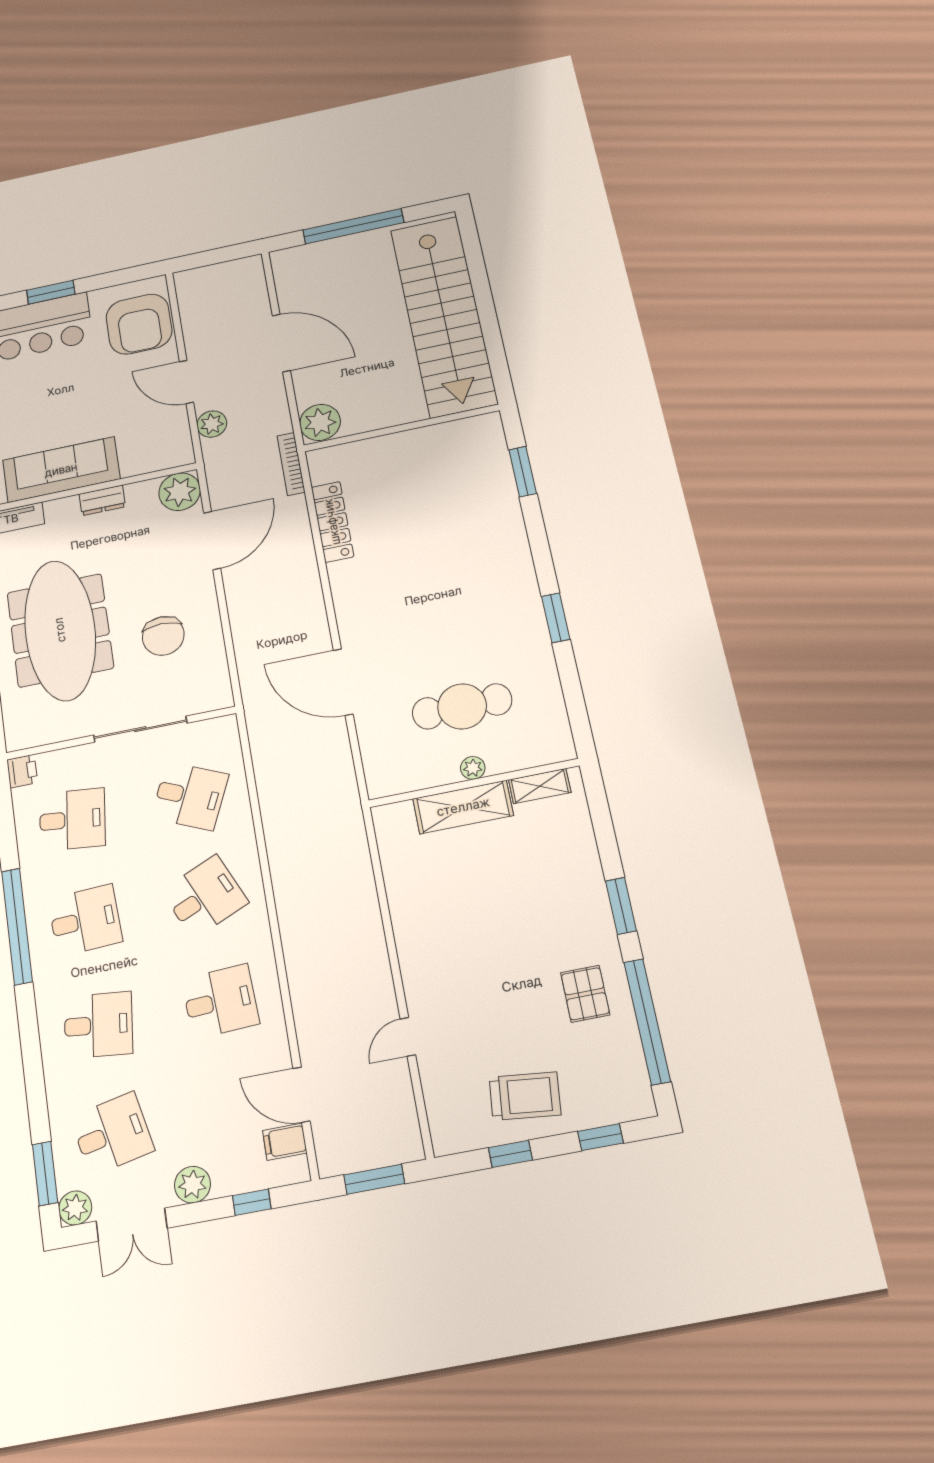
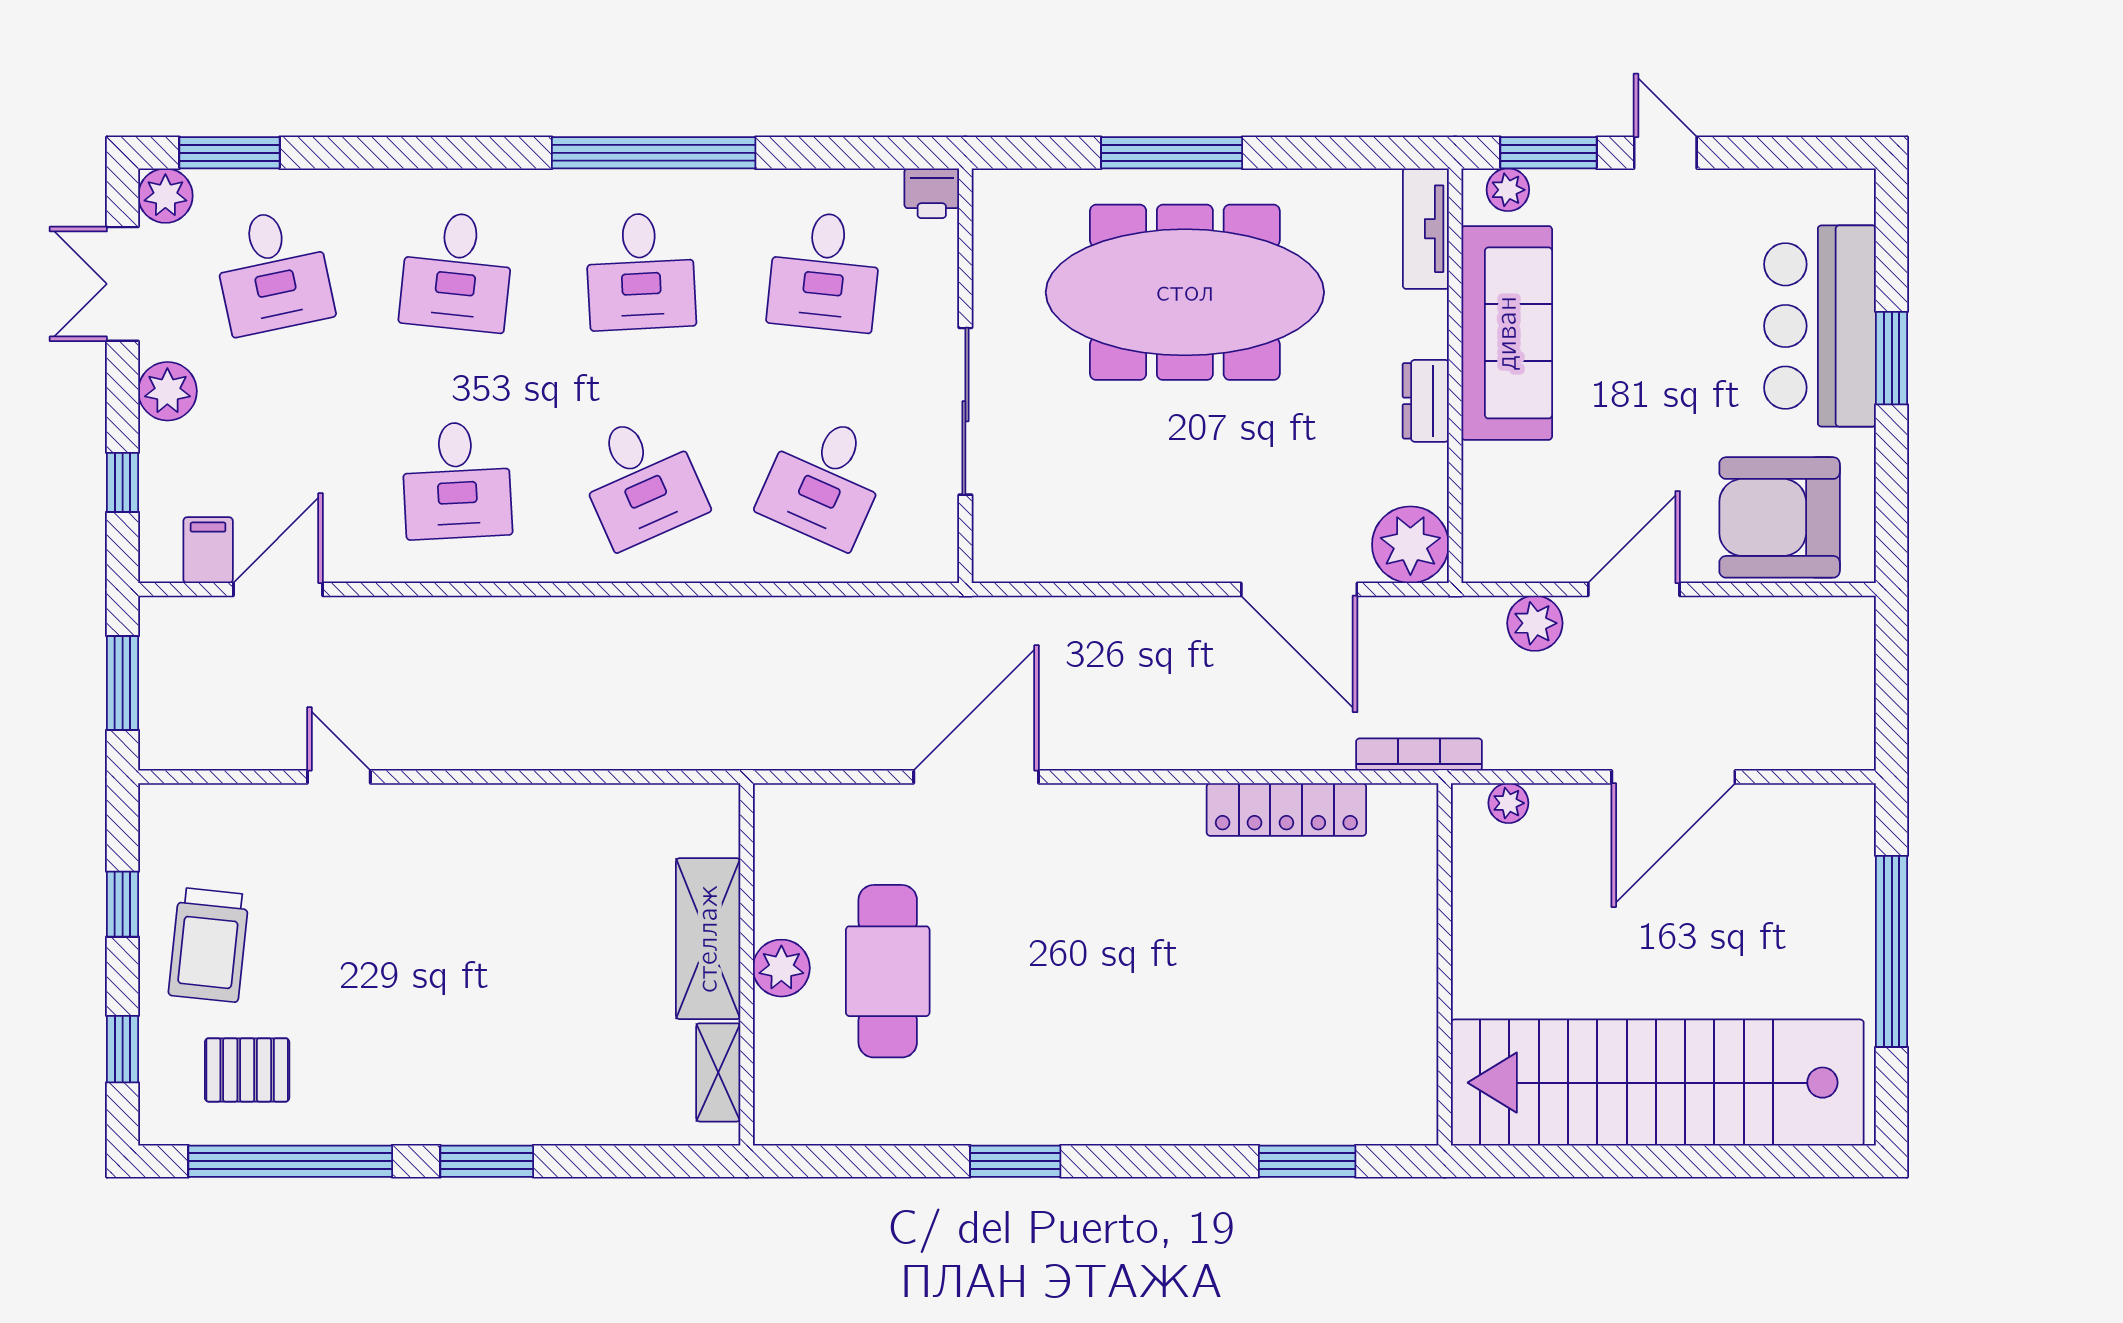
plant: (320, 422) -> (1508, 803), width x0.53, depth x0.53
chair: (163, 636) -> (1133, 476), removed
plant: (473, 768) -> (781, 968), width x1.38, depth x1.38
pallet: (585, 994) -> (247, 1070), moved

